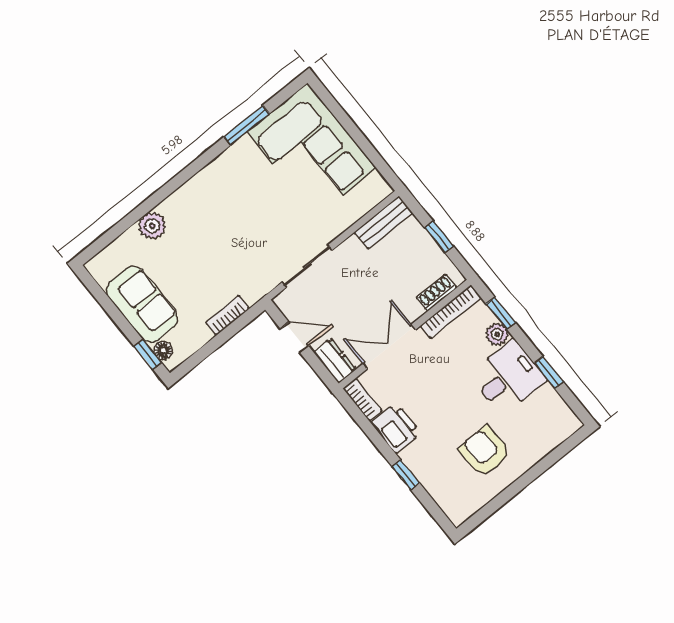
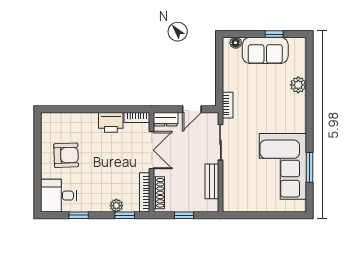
corner sofa: (312, 150) -> (283, 166), moved, turned -90
bench: (383, 223) -> (212, 181), moved
shoe rack: (436, 293) -> (159, 193), width x1.43
bookcase: (228, 315) -> (228, 105), moved
window: (148, 354) -> (274, 34), moved
desk: (508, 377) -> (58, 196), moved, turned 90
window: (406, 475) -> (85, 109), removed

